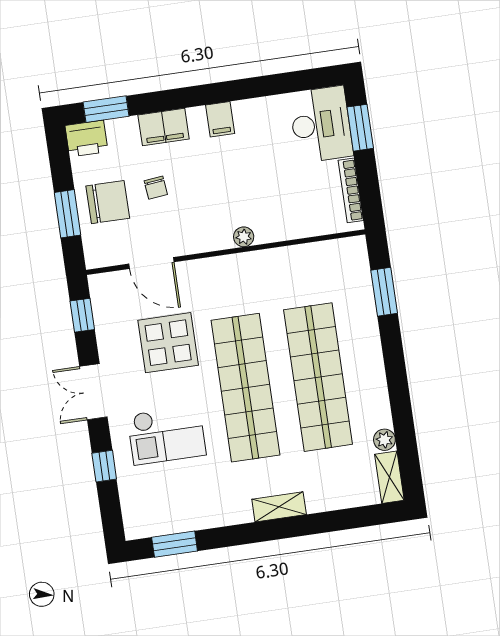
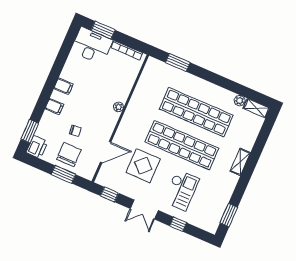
filing cabinet: (164, 127) -> (54, 107), width x0.50

